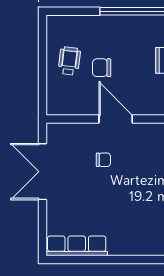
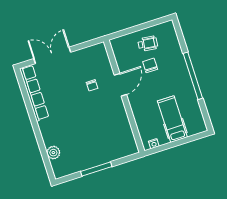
double door: (42, 172) -> (52, 55), moved
row of seats: (77, 246) -> (34, 93), width x1.36

